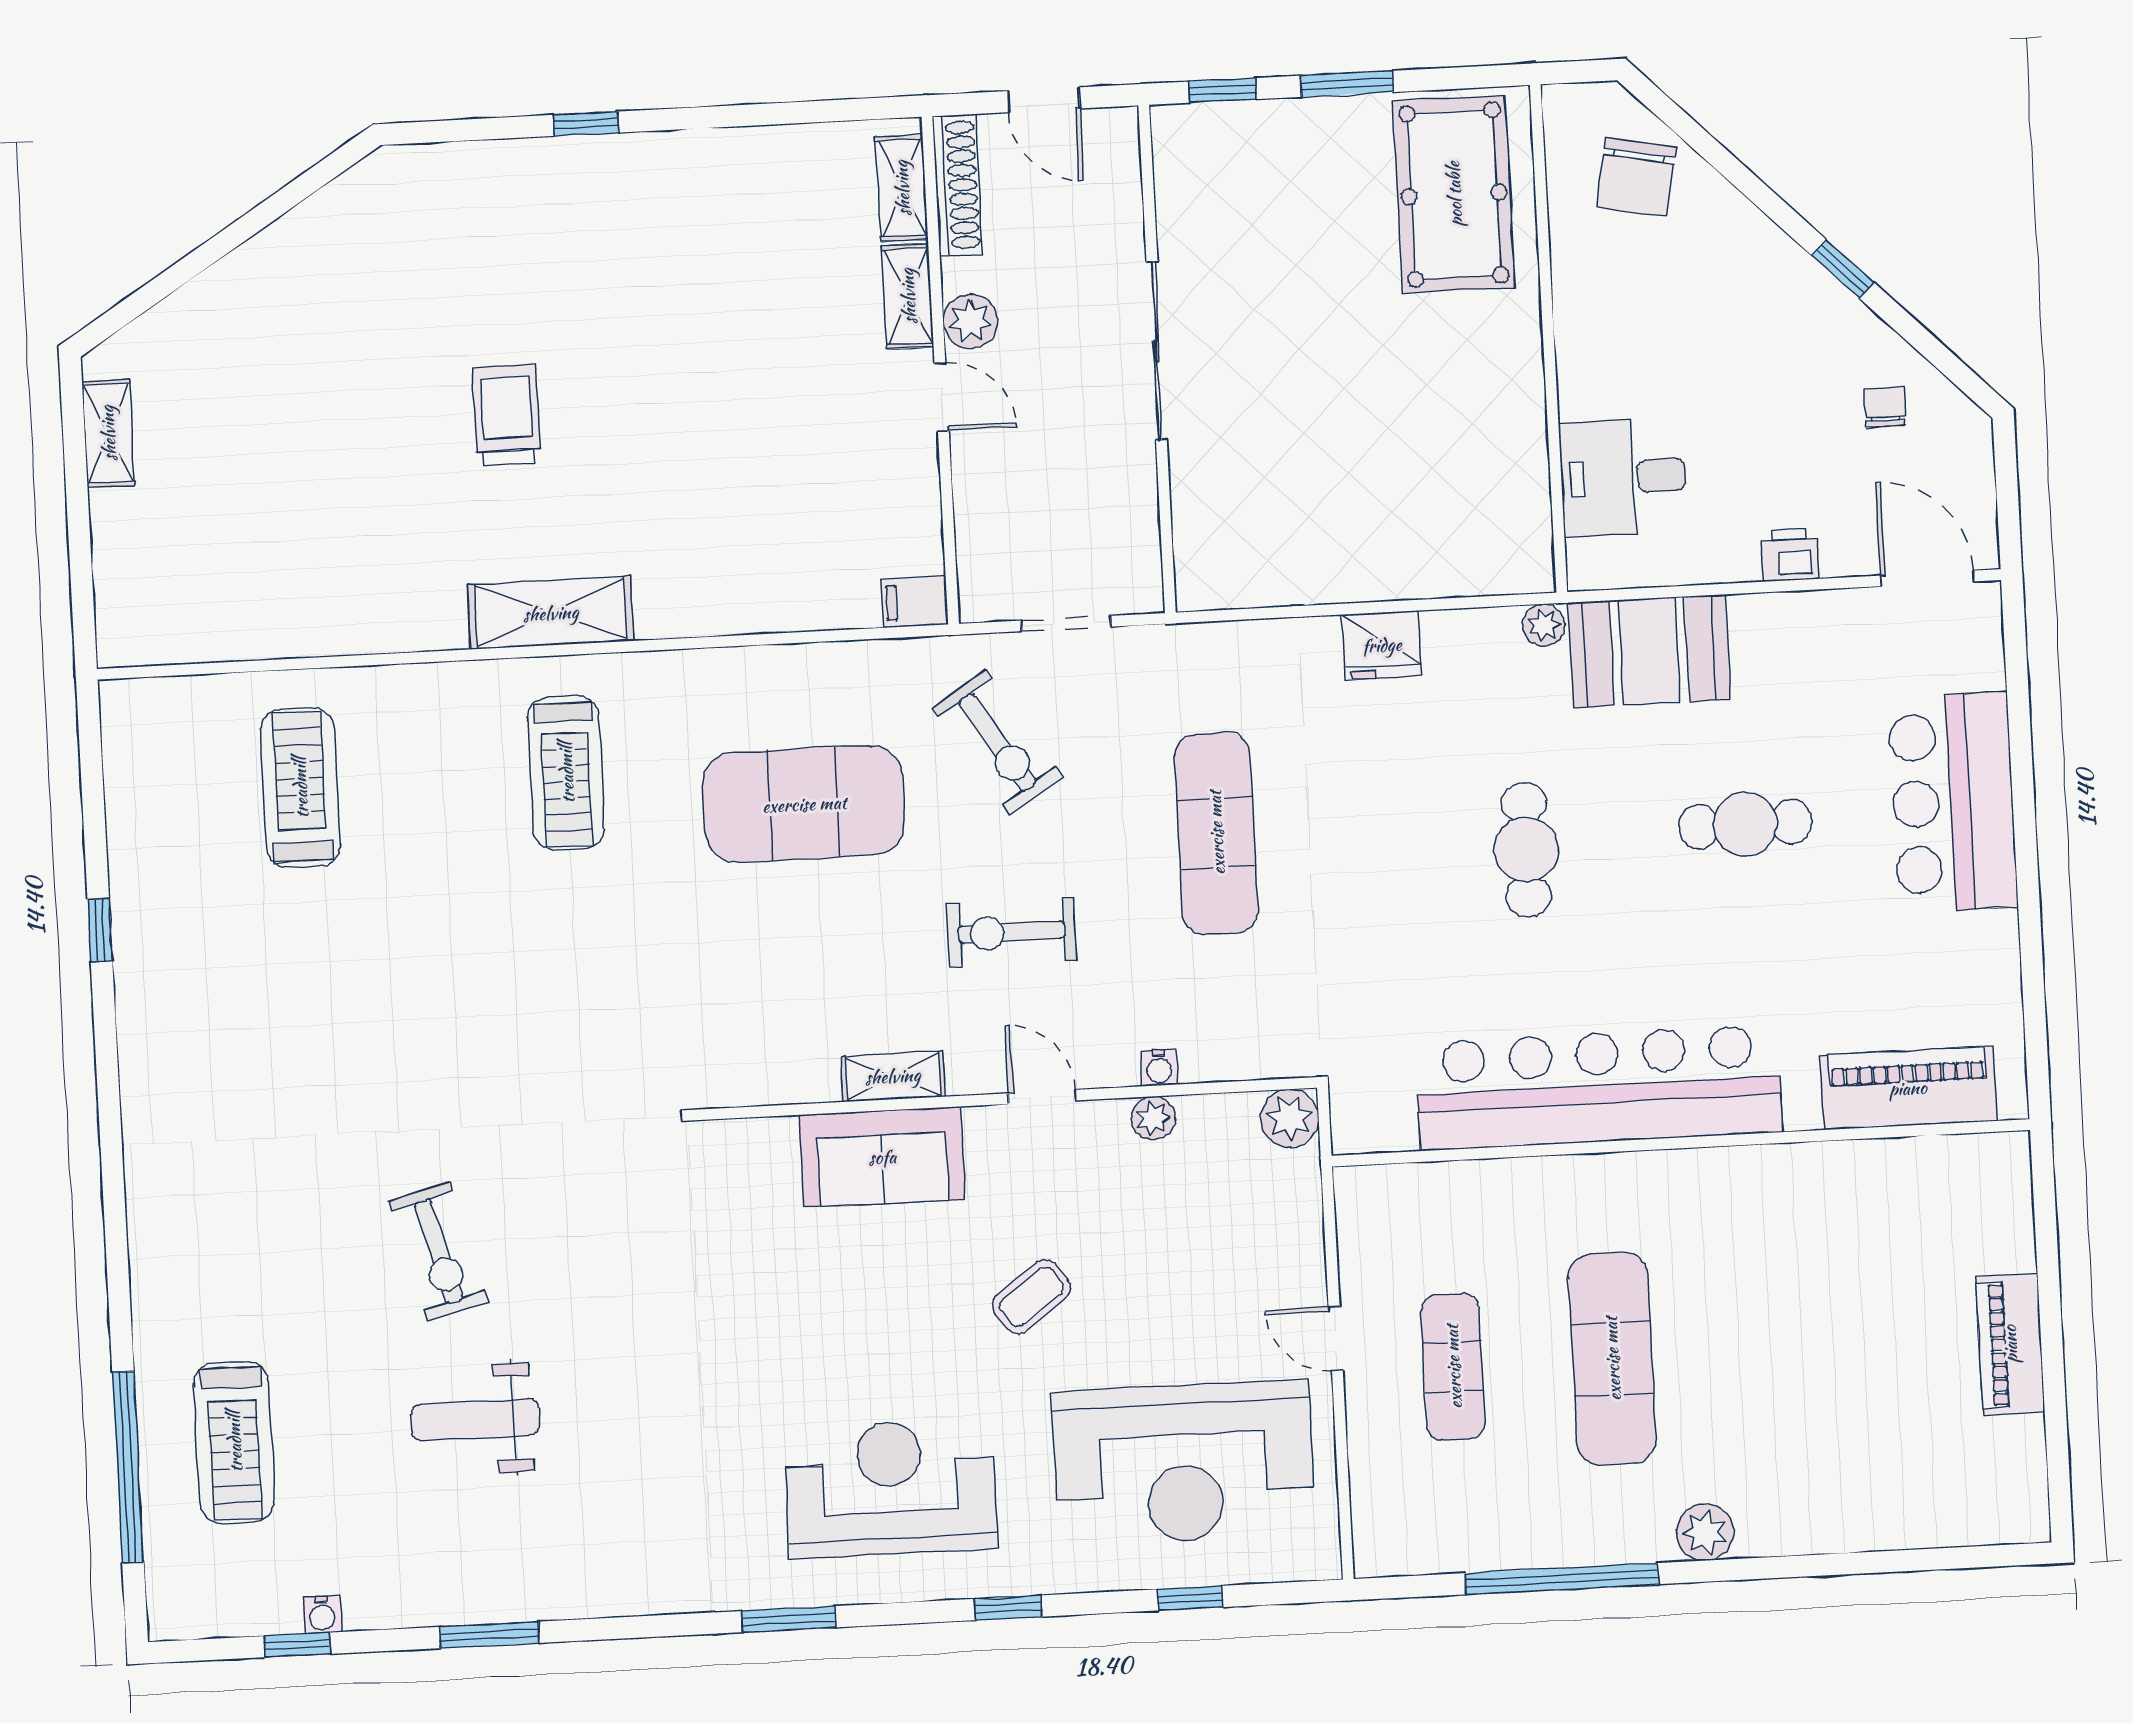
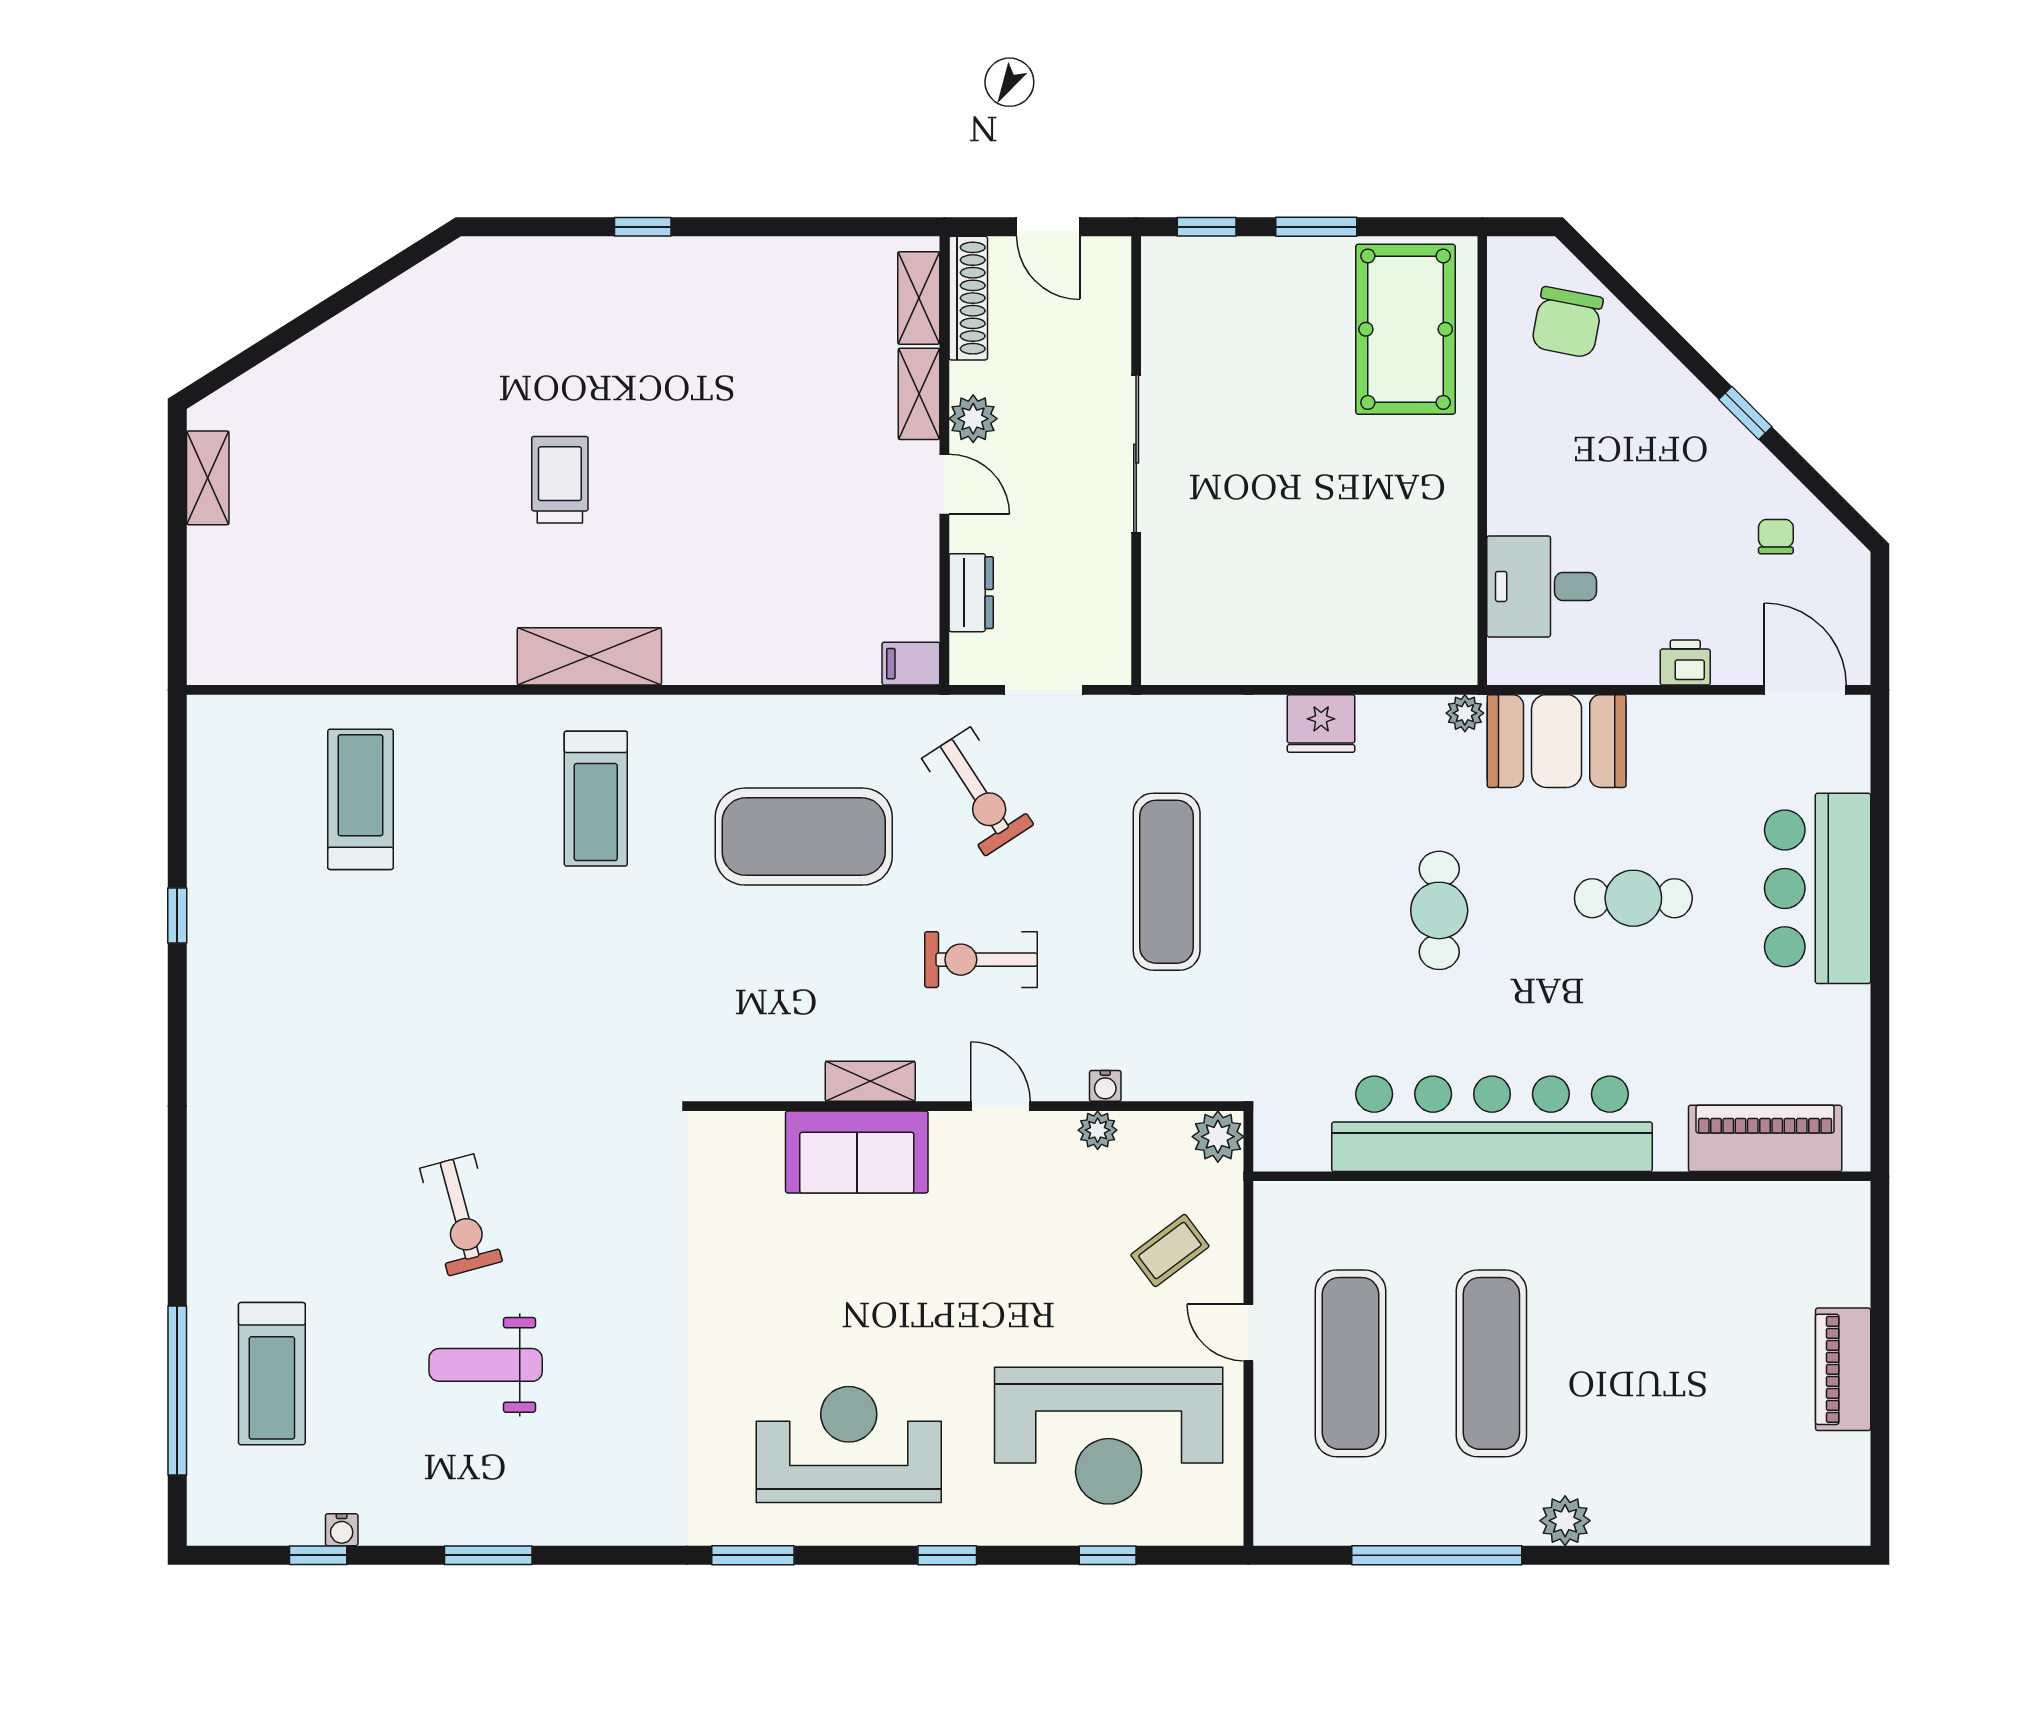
dresser: (978, 518) -> (971, 593), added
coffee table: (1031, 1297) -> (1170, 1250), moved
exercise mat: (1453, 1367) -> (1351, 1363), width x1.36, depth x1.45

